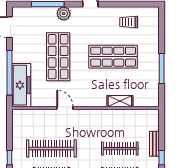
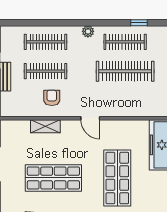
door: (65, 108) -> (90, 118), moved
armchair: (114, 126) -> (52, 98), added

